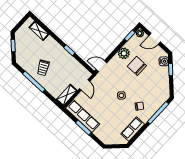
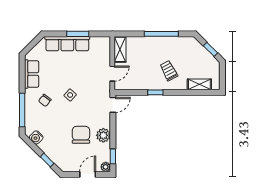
water cooler: (164, 61) -> (36, 137), moved
chair: (137, 66) -> (81, 135), turned -90
trolley: (43, 68) -> (169, 71), moved
door: (85, 85) -> (112, 74), swing flipped
row of seats: (83, 116) -> (67, 44), moved

